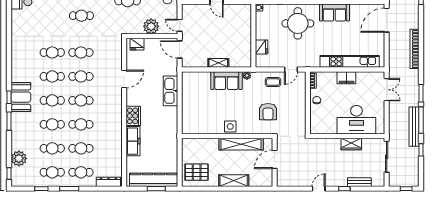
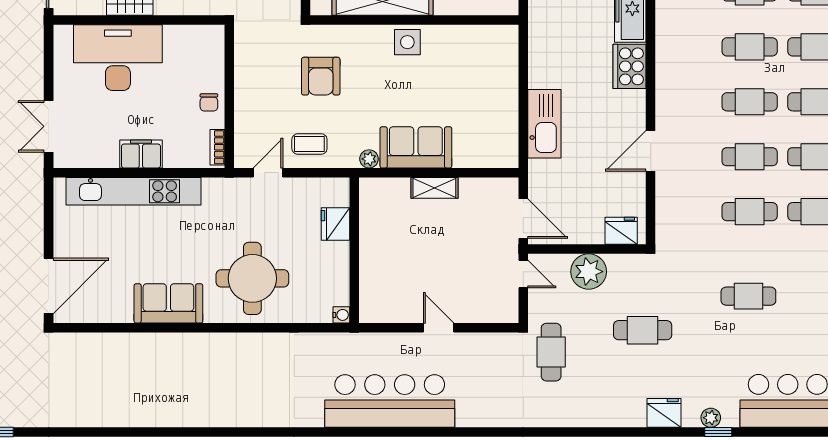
armchair: (268, 112) -> (321, 76), turned 180

